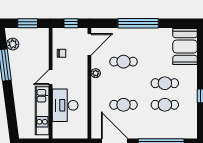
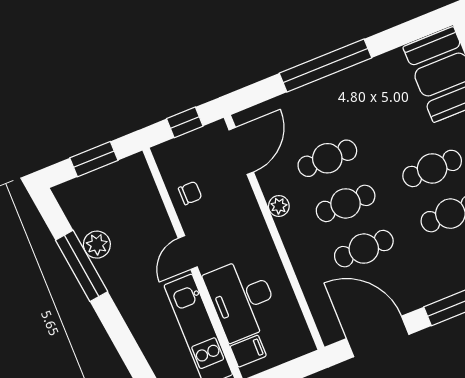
plant: (13, 44) -> (97, 245), moved
cafe table: (123, 83) -> (346, 203), added
filing cabinet: (59, 128) -> (248, 351), added

